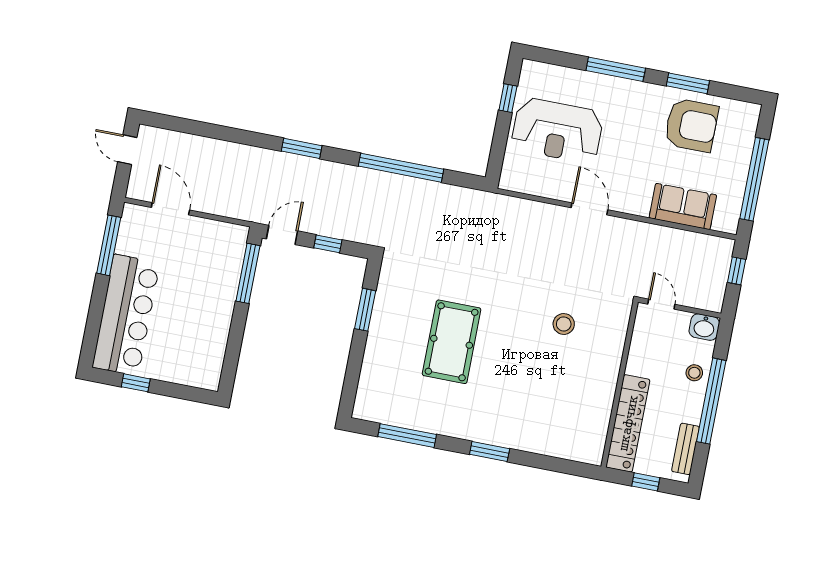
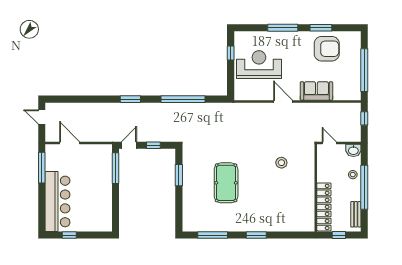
reception desk: (557, 130) -> (259, 65), turned 180
sofa: (683, 206) -> (316, 91), moved

